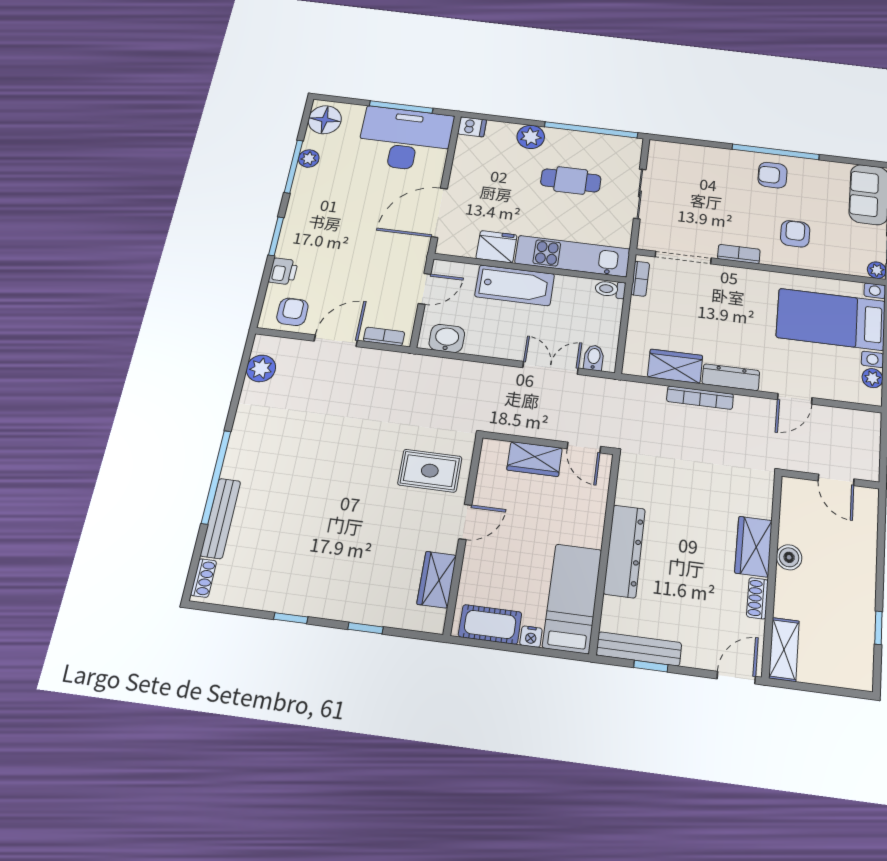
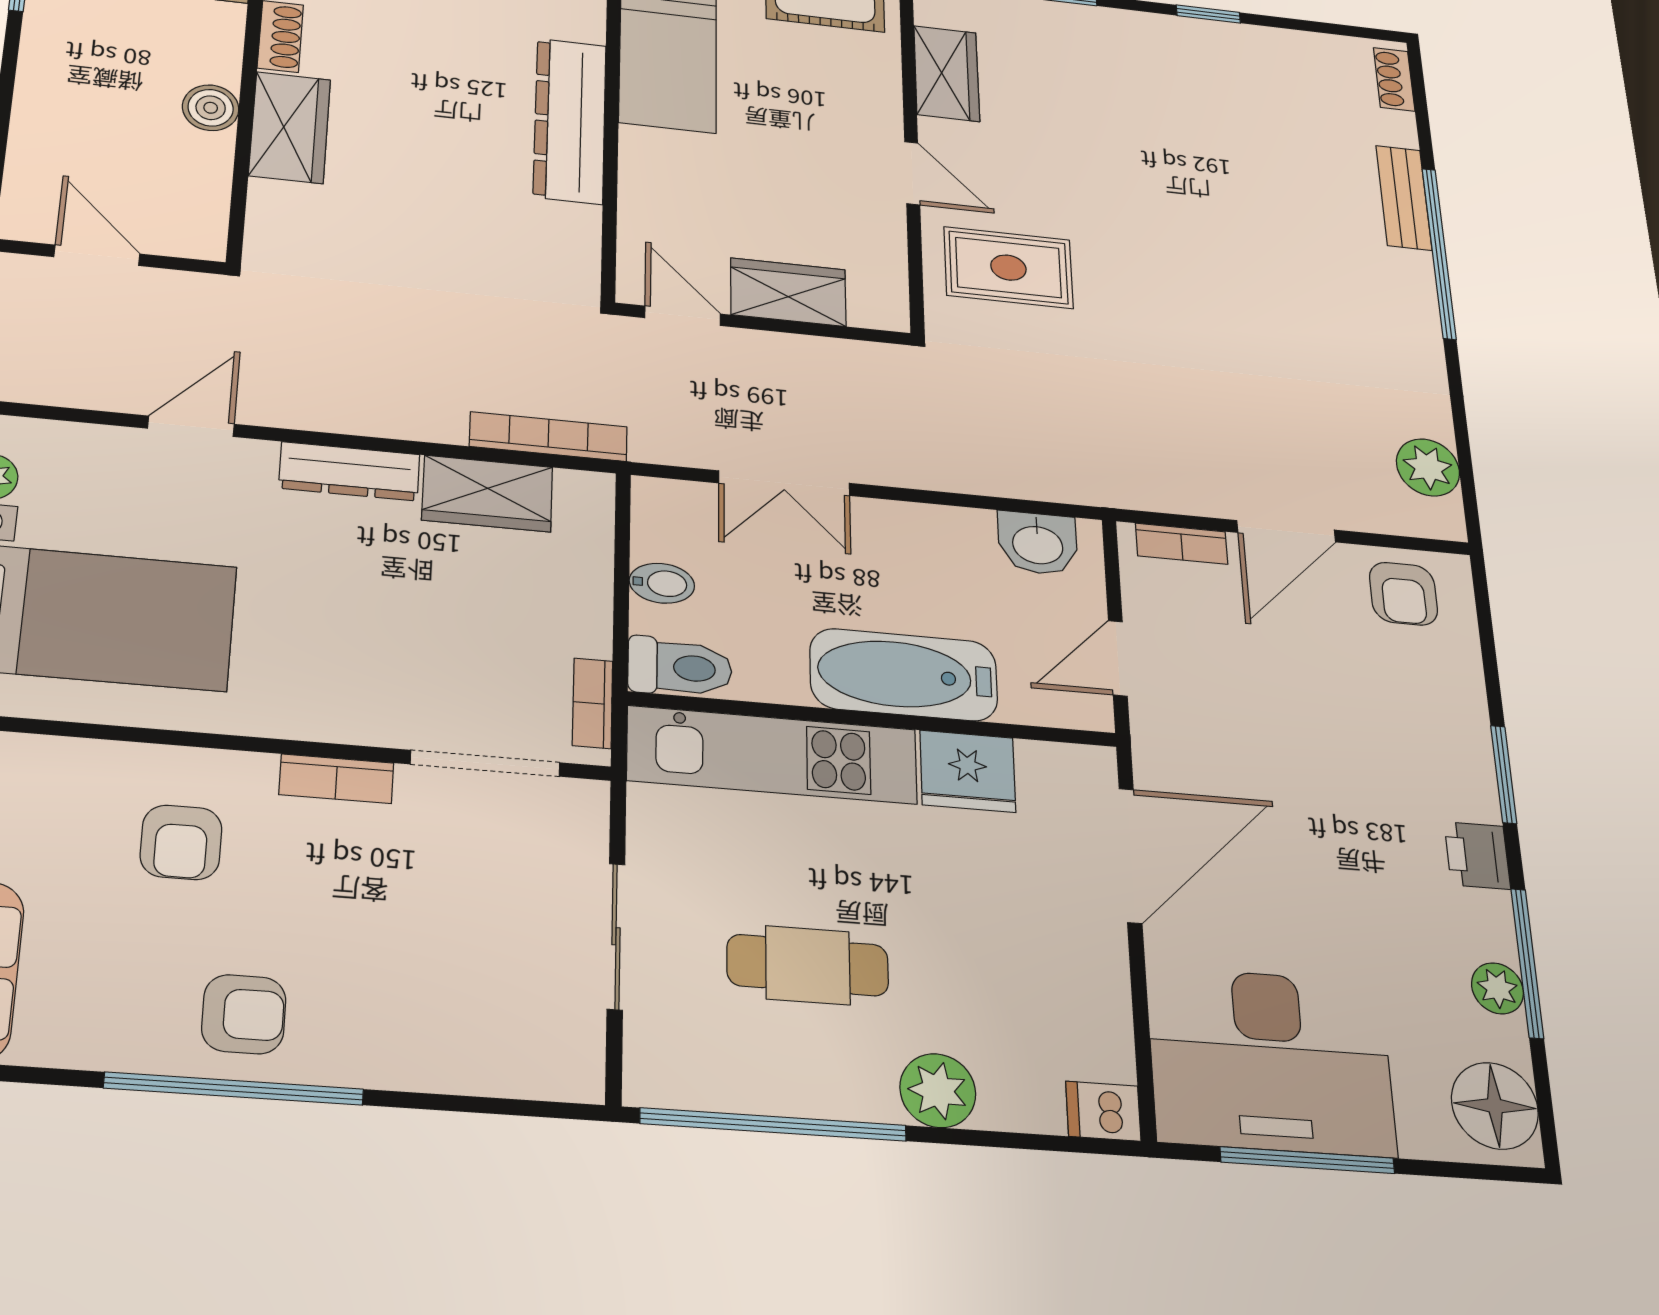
printer: (283, 271) -> (1477, 855), moved
toilet: (610, 289) -> (680, 667), width x1.37, depth x1.39
bidet: (594, 358) -> (662, 583), moved, turned -90
bookcase: (700, 398) -> (548, 437), moved
bench: (221, 518) -> (1404, 198), width x0.73
door: (465, 522) -> (912, 173), swing flipped

